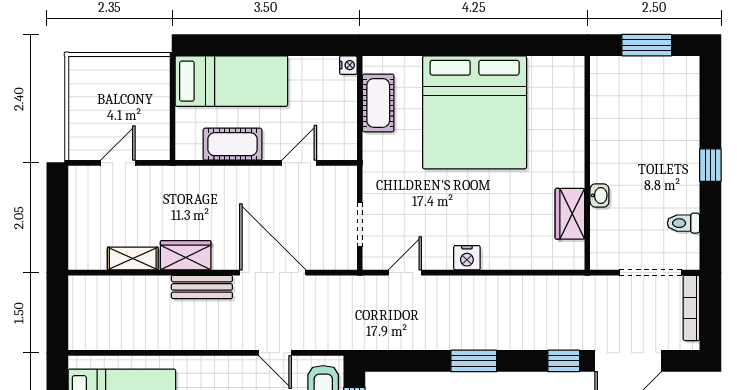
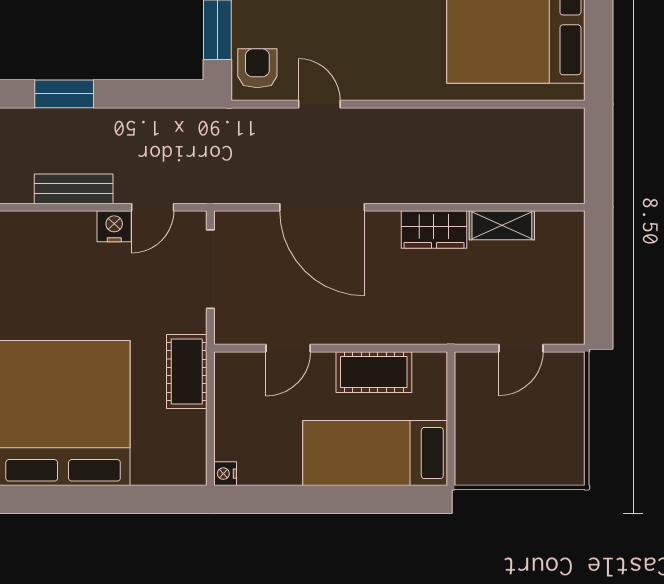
cot: (378, 103) -> (187, 372), moved
doorway: (360, 224) -> (210, 269), width x1.38
nightstand: (467, 258) -> (114, 226), moved
bench: (202, 287) -> (74, 189), moved

